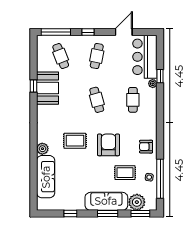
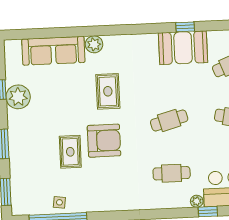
armchair: (146, 147) -> (104, 196), removed
rug: (125, 173) -> (70, 152), moved
sofa: (106, 201) -> (21, 141), removed
plant: (137, 202) -> (18, 97), moved

